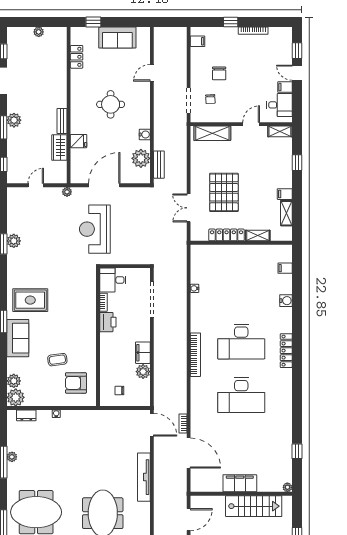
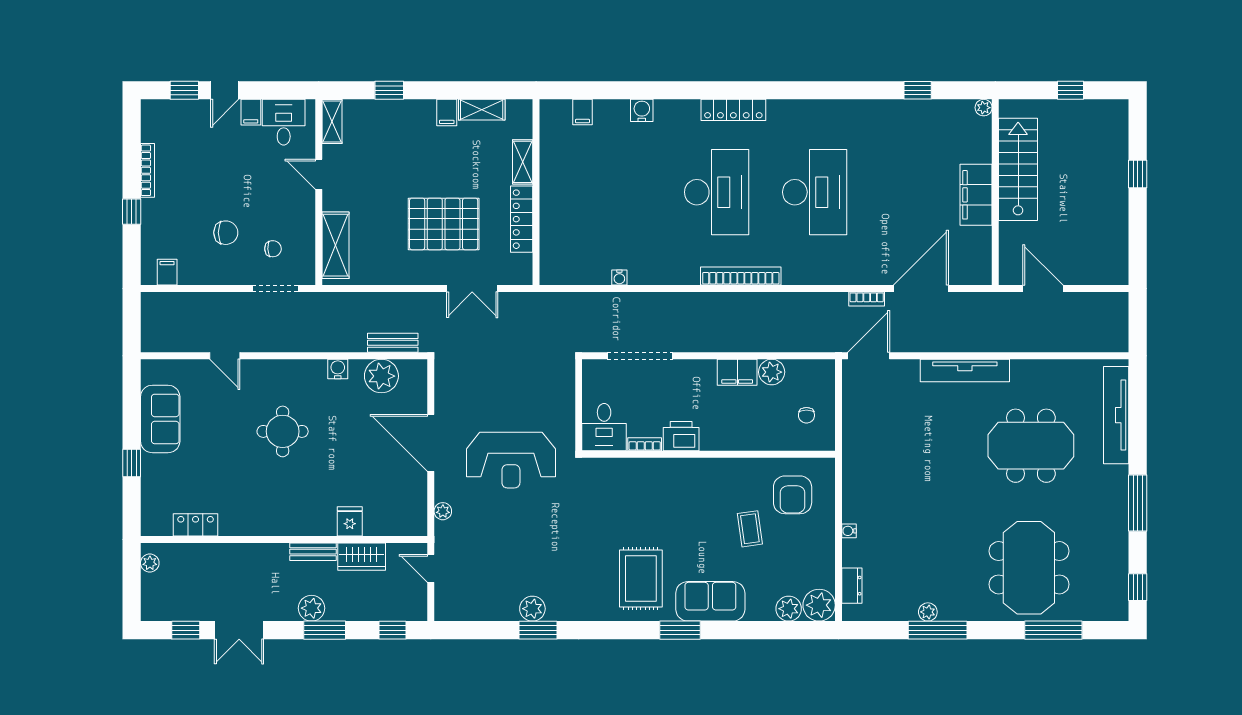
locker: (77, 57) -> (196, 525), moved
wall: (69, 105) -> (284, 539), moved
bench: (62, 121) -> (313, 552), moved
fridge: (79, 141) -> (350, 521), moved
wardrobe: (59, 148) -> (362, 557), moved

